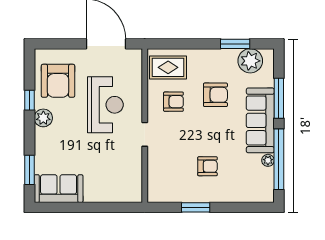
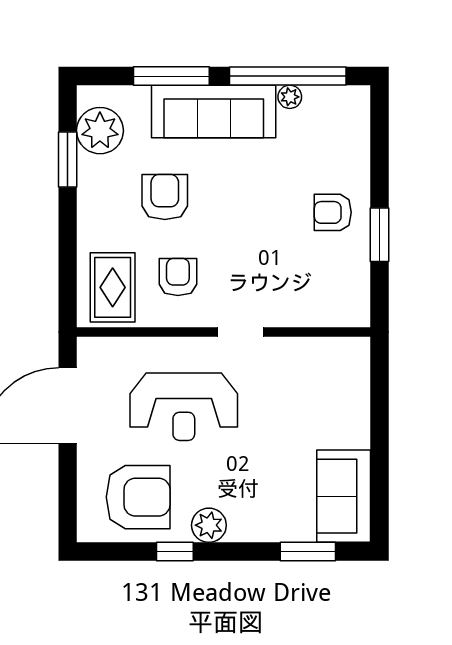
reception desk: (105, 105) -> (184, 407), turned 180
armchair: (207, 166) -> (333, 212), moved, turned -90

